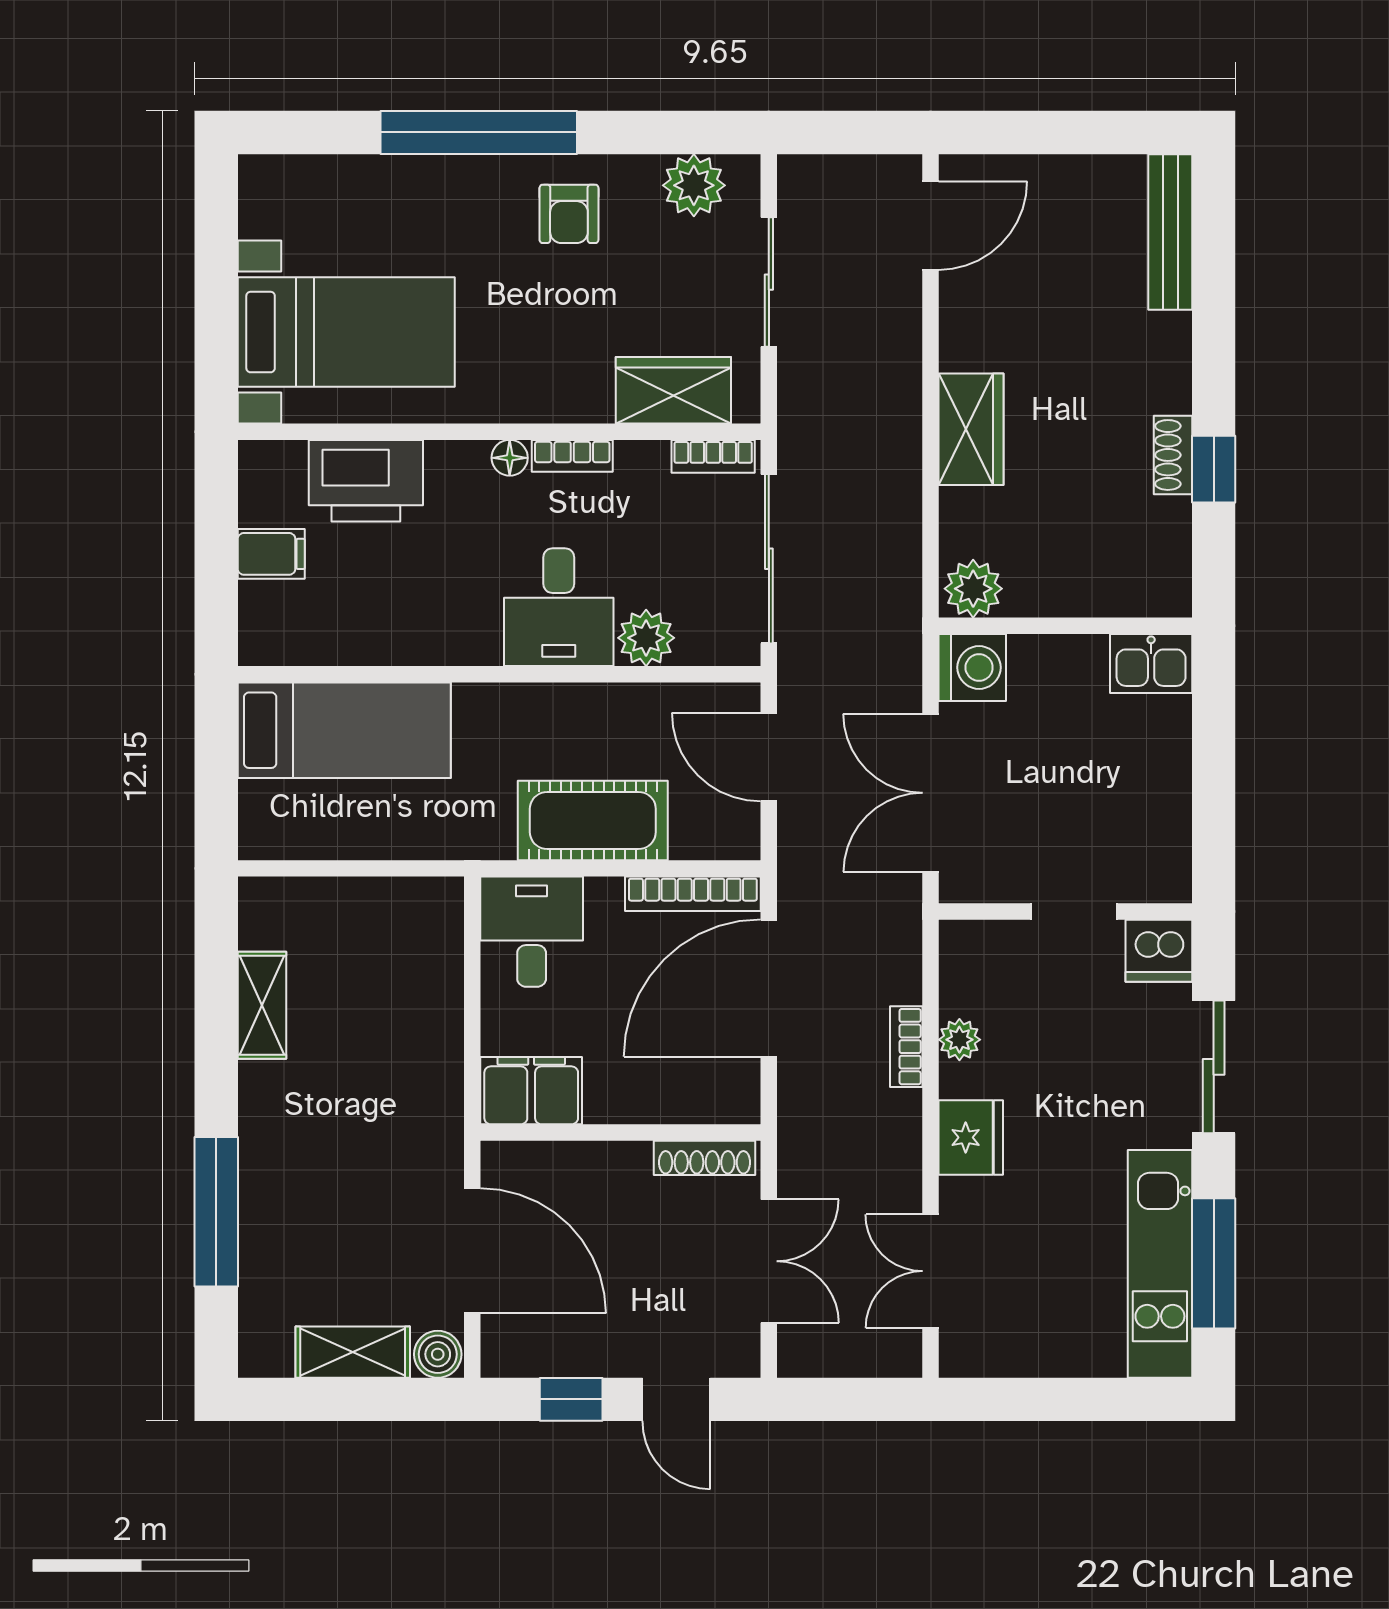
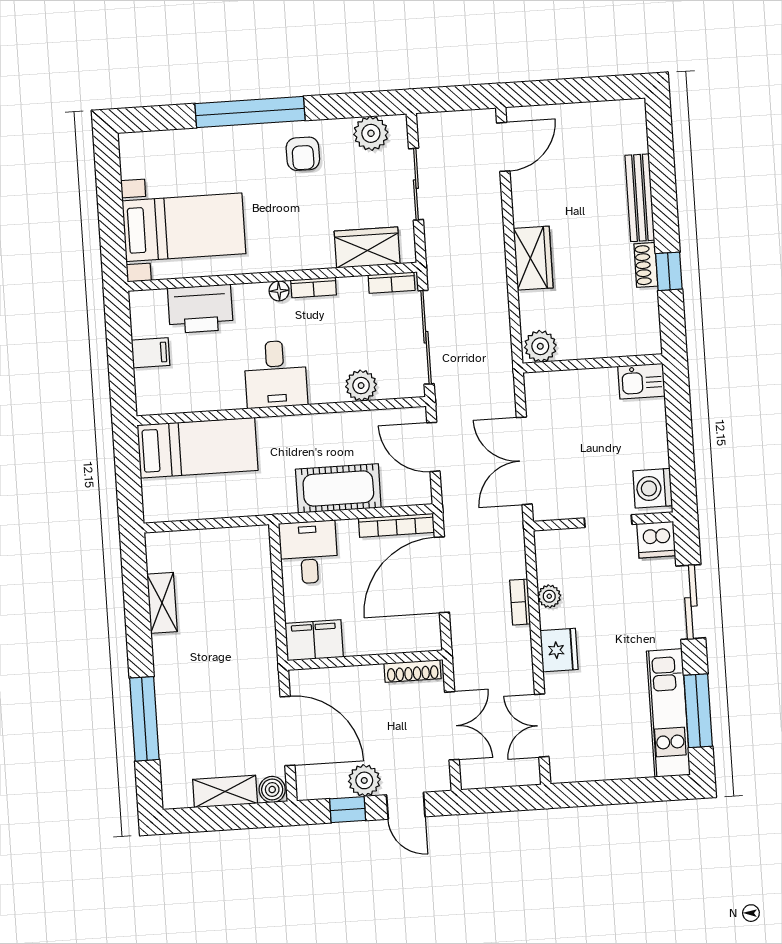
bench: (1170, 232) -> (640, 198), moved
desk: (559, 607) -> (276, 374), moved
washing machine: (972, 667) -> (653, 488), moved, turned 180
plant: (605, 1349) -> (364, 780), added

